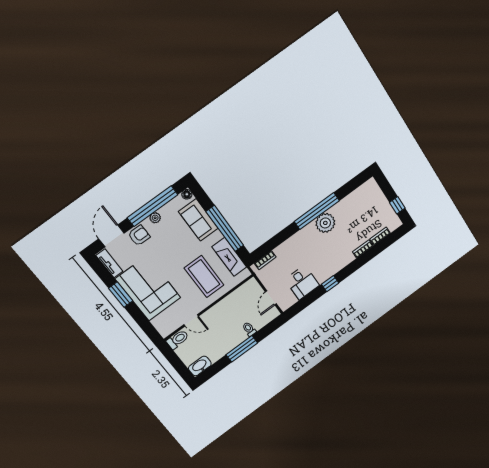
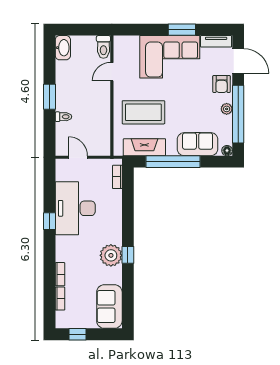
sofa: (363, 197) -> (109, 307), added
window: (317, 211) -> (128, 255), width x0.32
desk: (302, 282) -> (75, 208), width x1.87, depth x1.30
window: (242, 349) -> (50, 97), width x0.69

